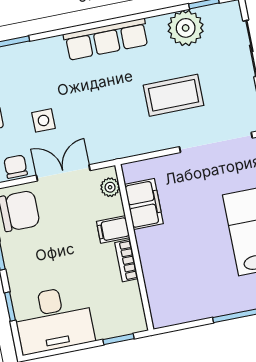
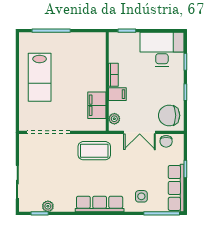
plant: (186, 28) -> (48, 206), width x0.53, depth x0.53
coffee table: (174, 95) -> (94, 151), moved
side table: (43, 120) -> (141, 196), moved

